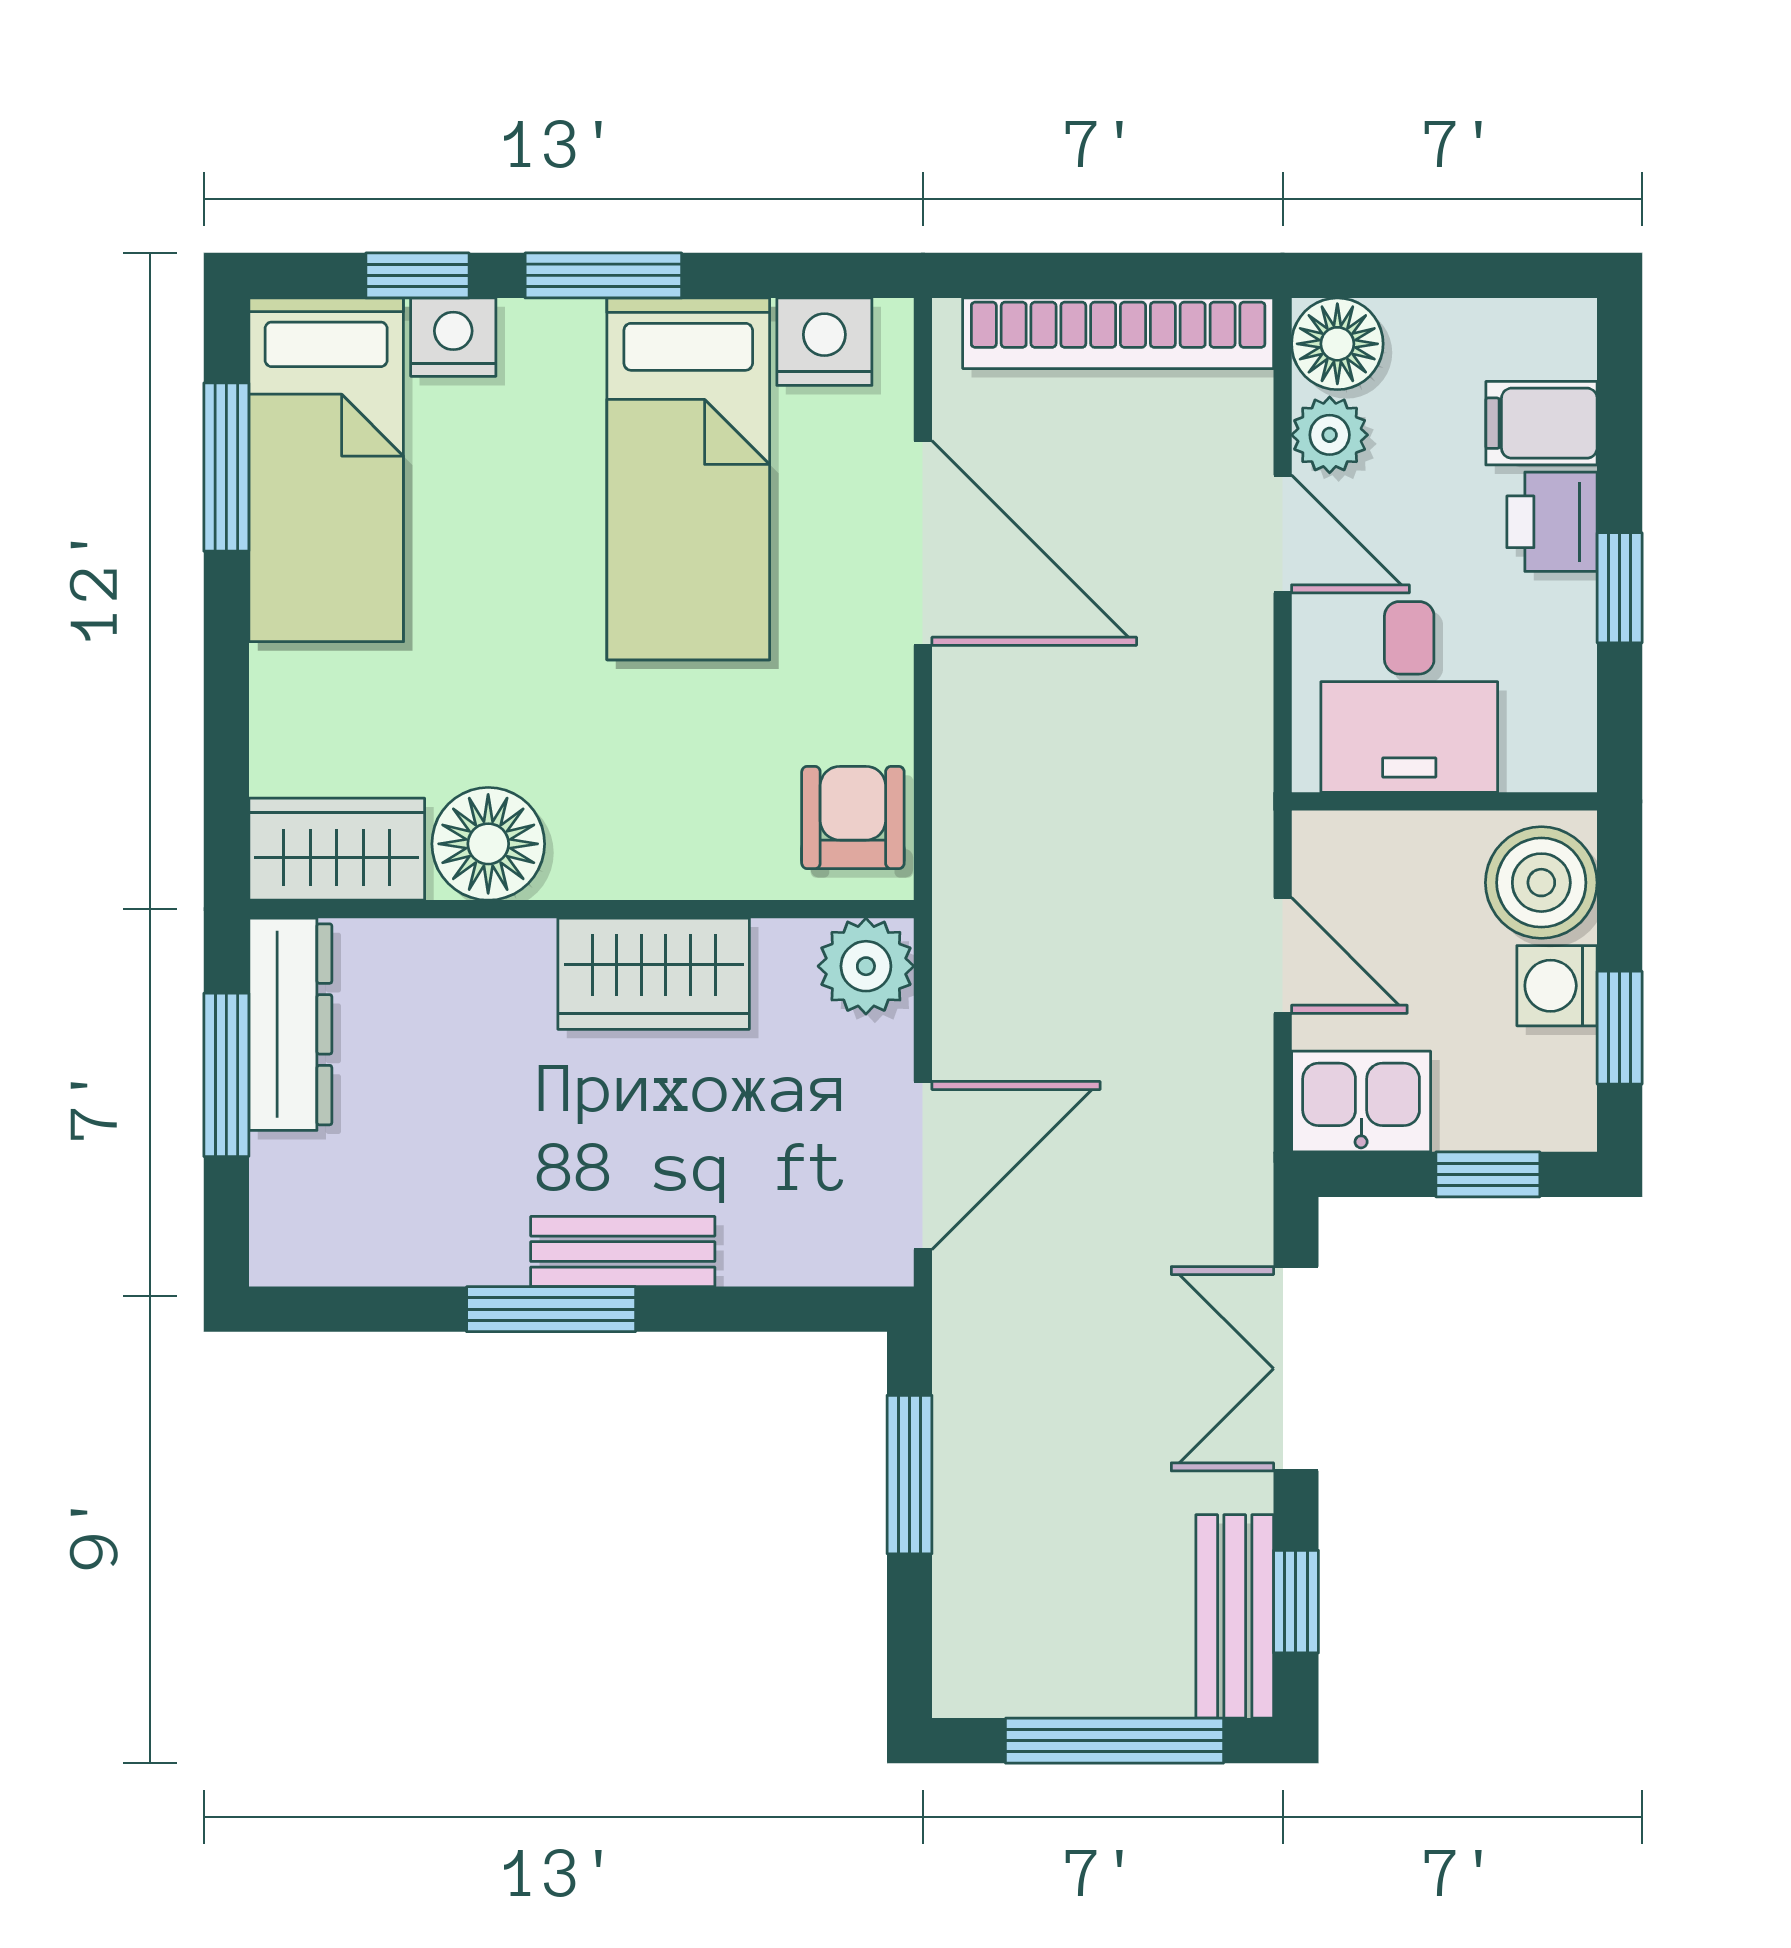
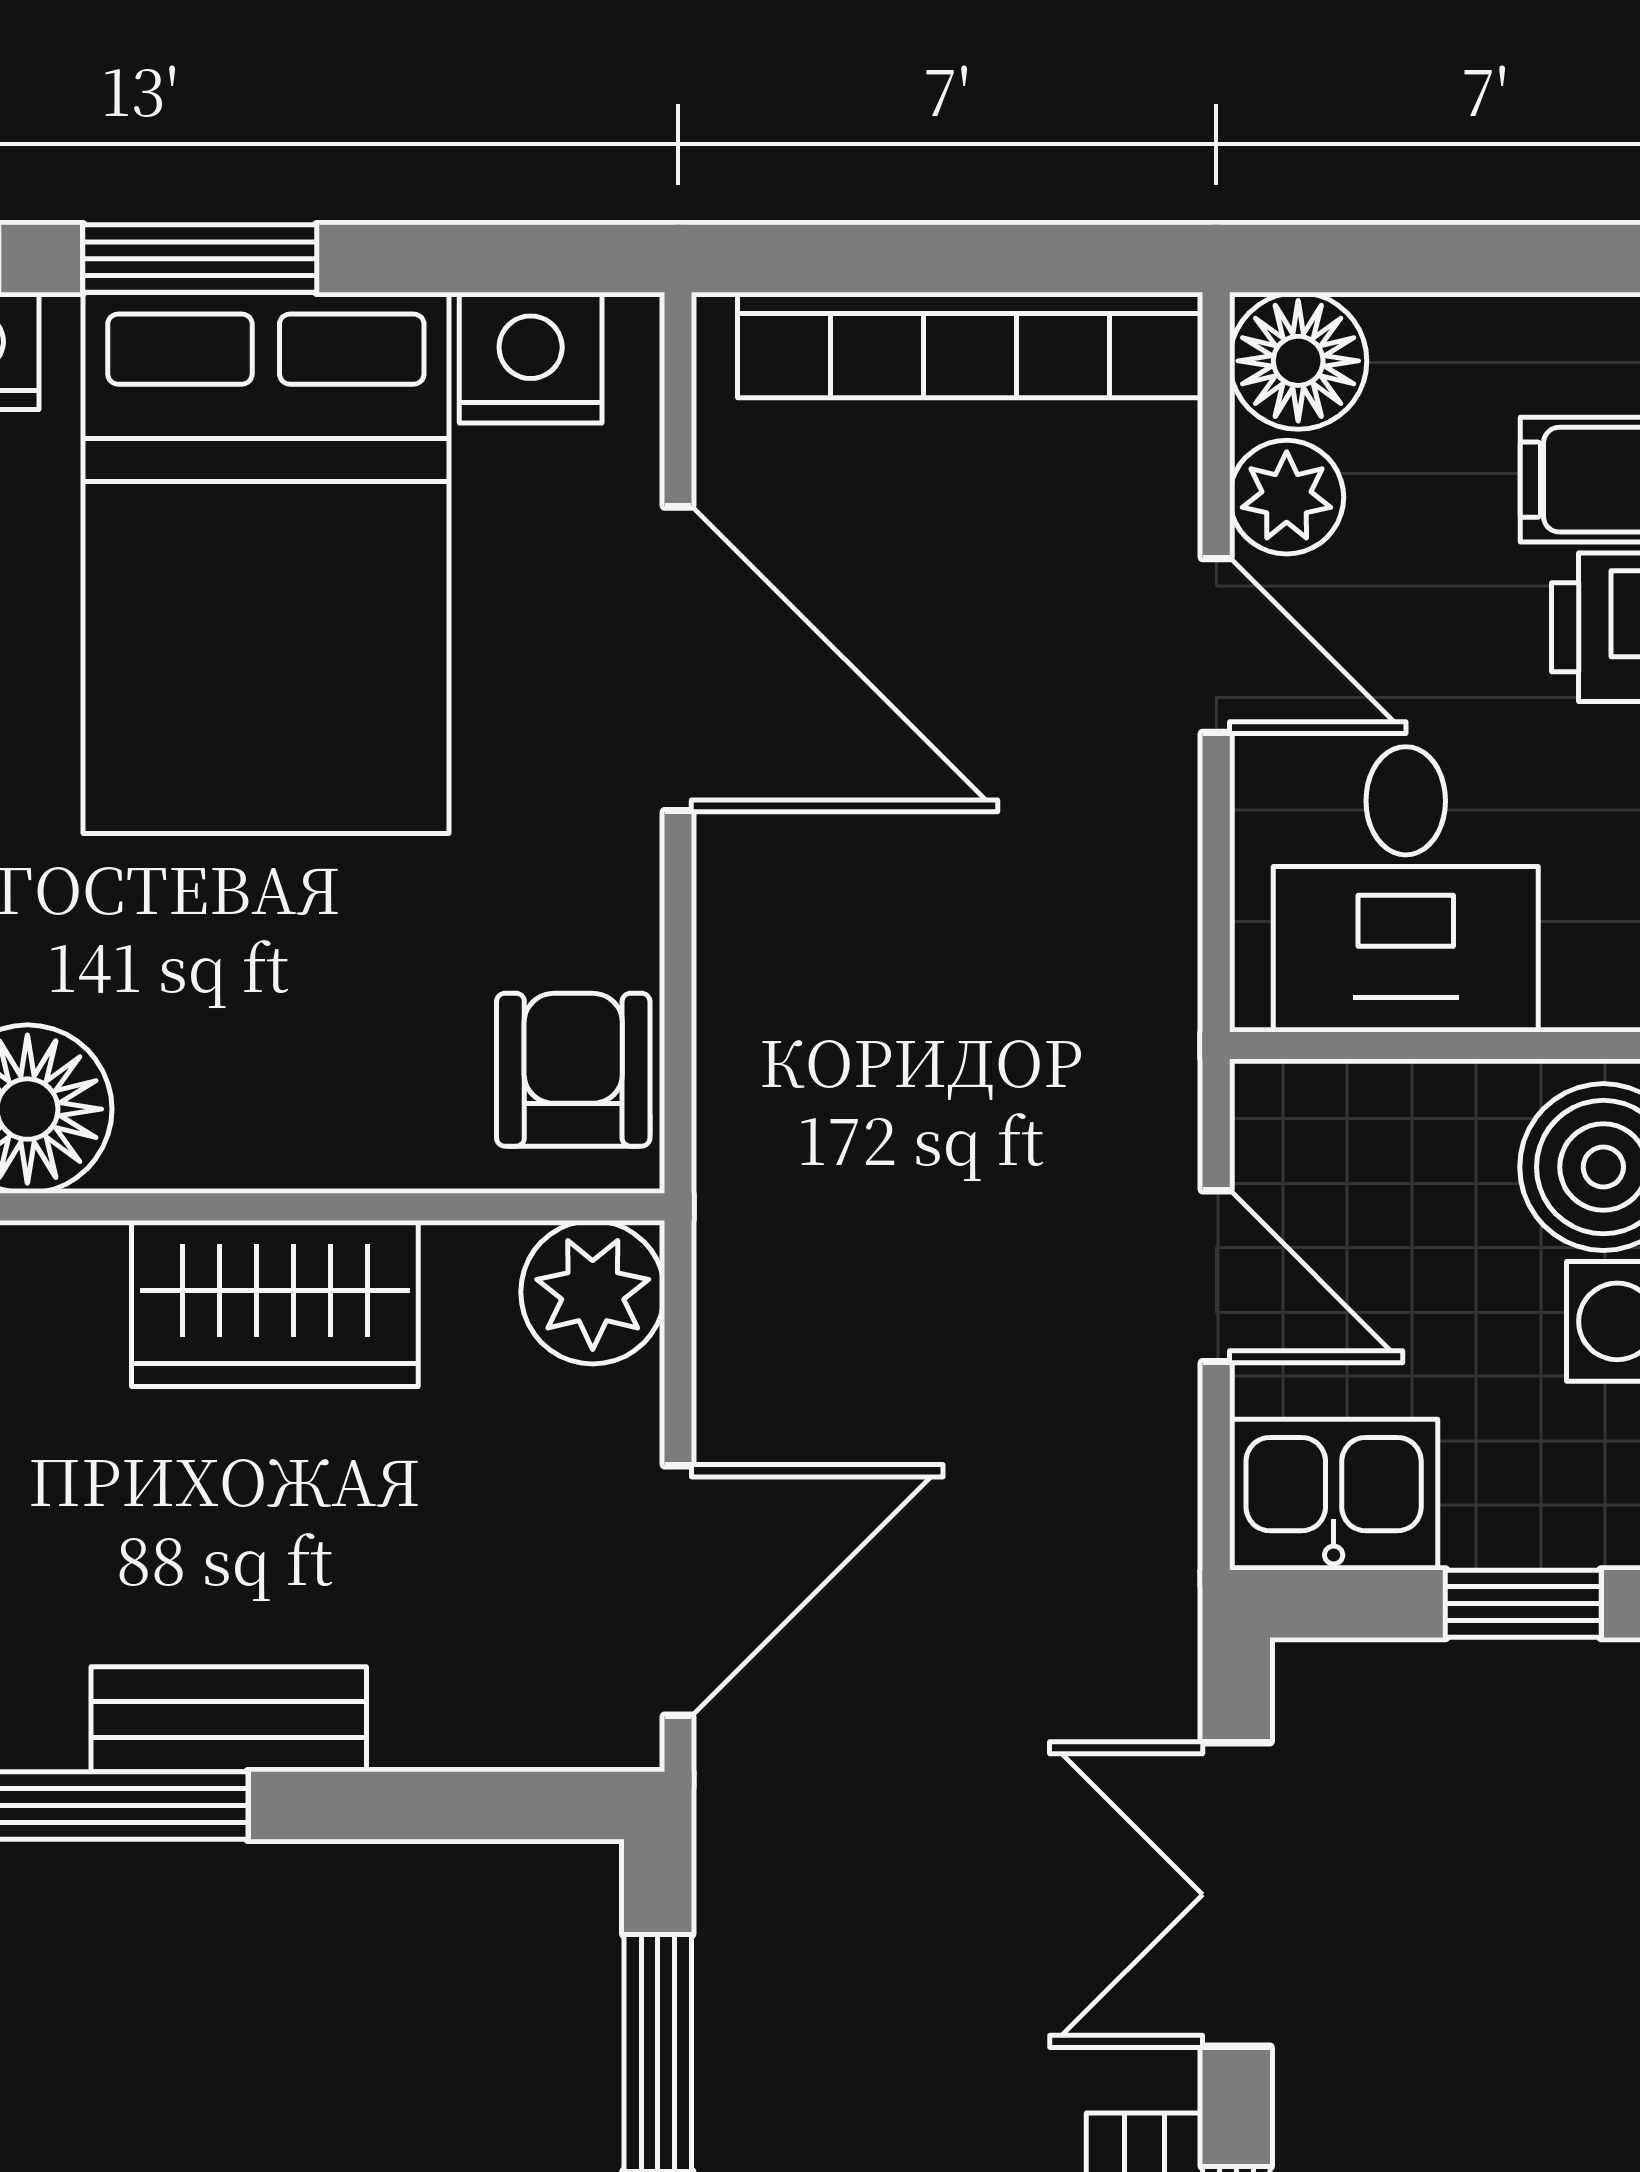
bed: (688, 479) -> (266, 563), width x1.50

